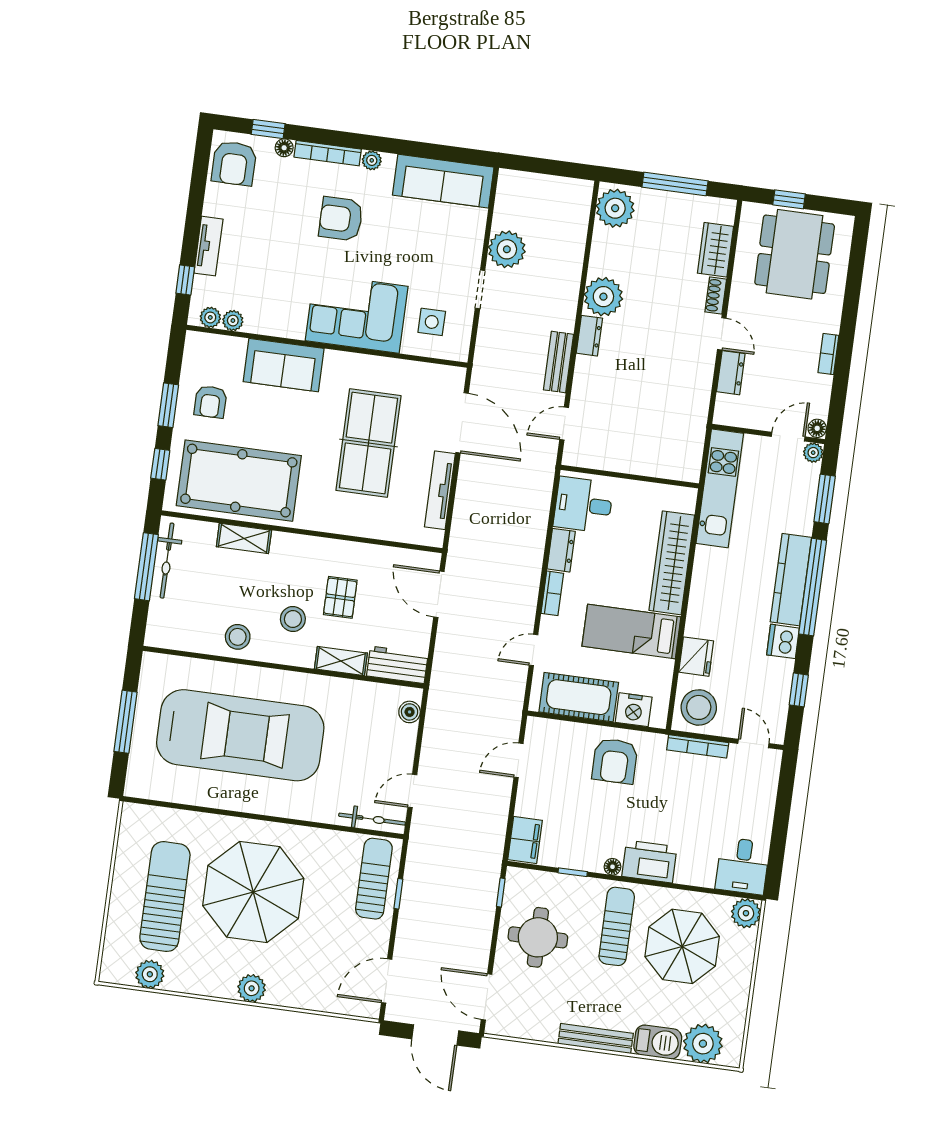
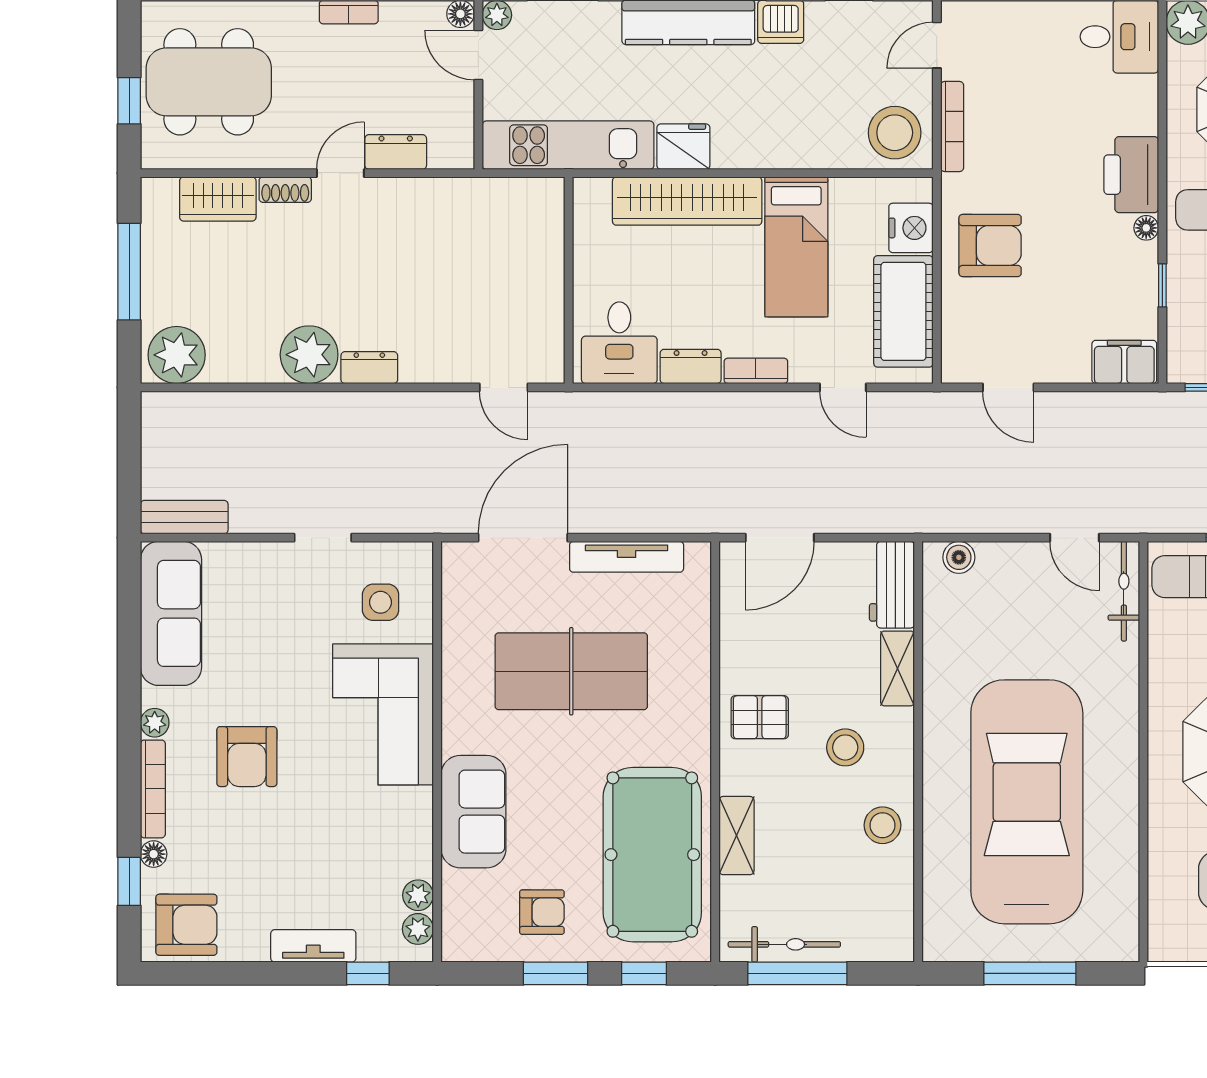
plant: (507, 249) -> (259, 506), removed
bench: (558, 362) -> (184, 517), moved
pallet: (340, 597) -> (760, 717), moved
fridge: (696, 657) -> (683, 147), moved

